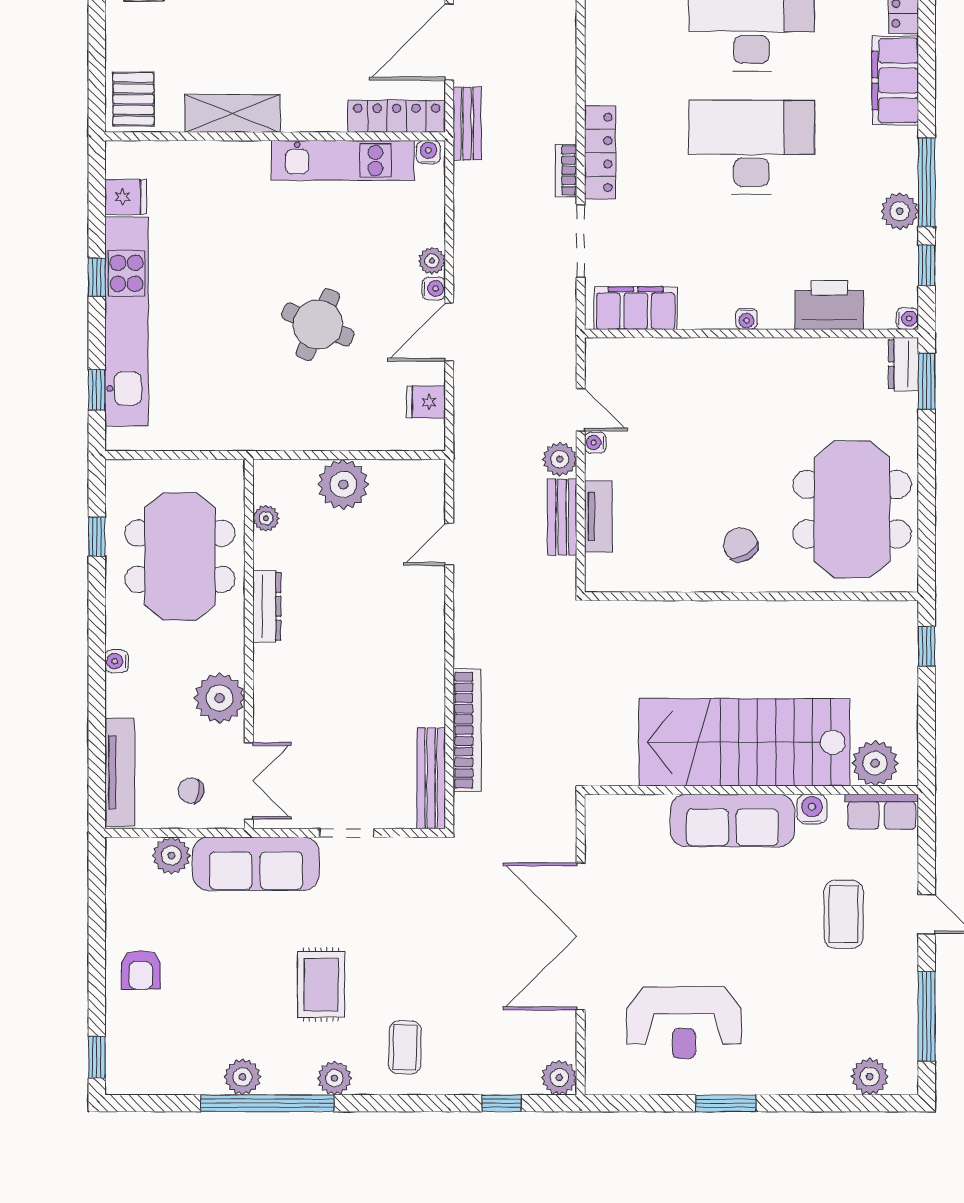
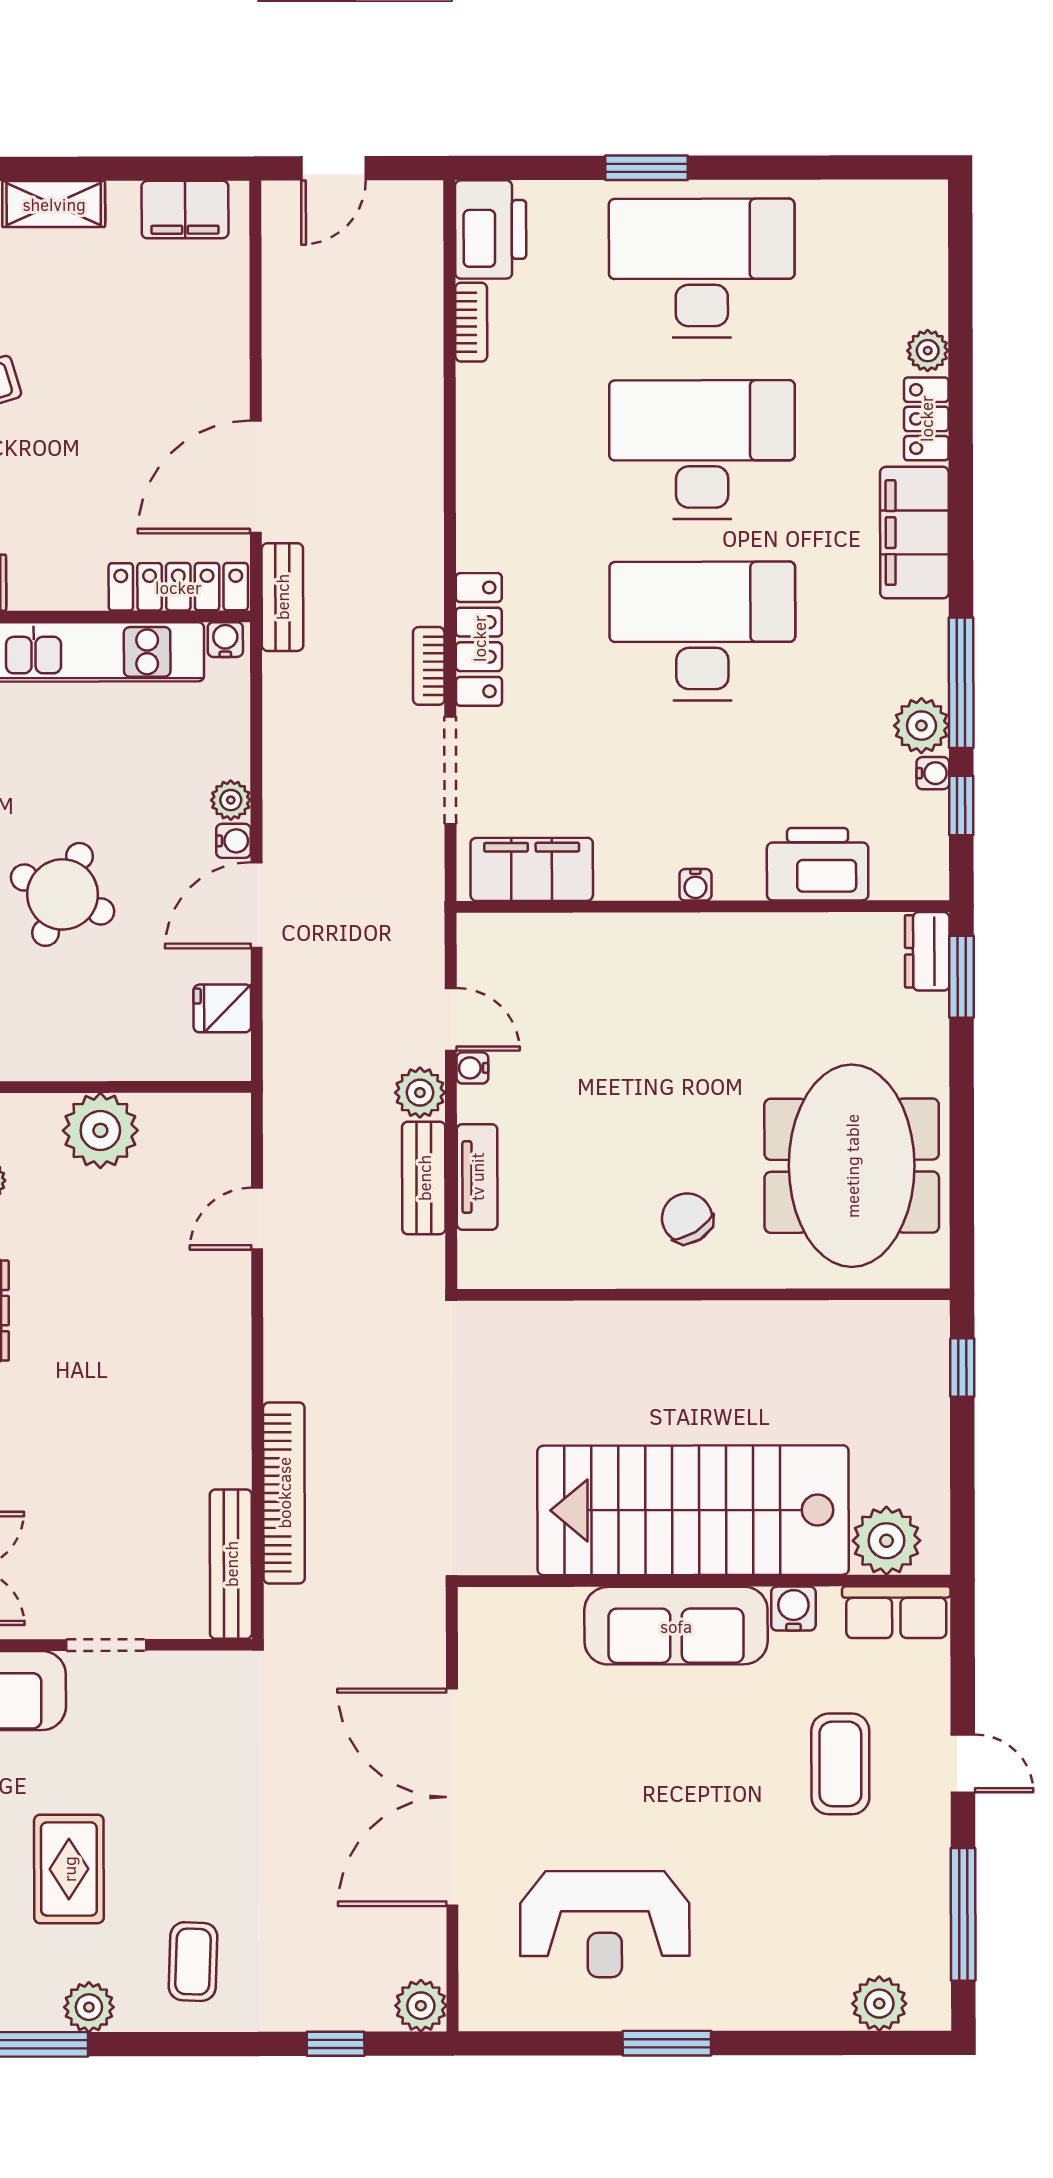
water cooler: (907, 319) -> (933, 773), moved

